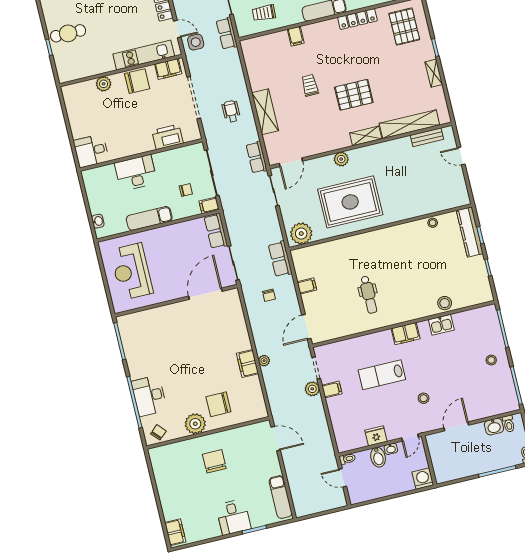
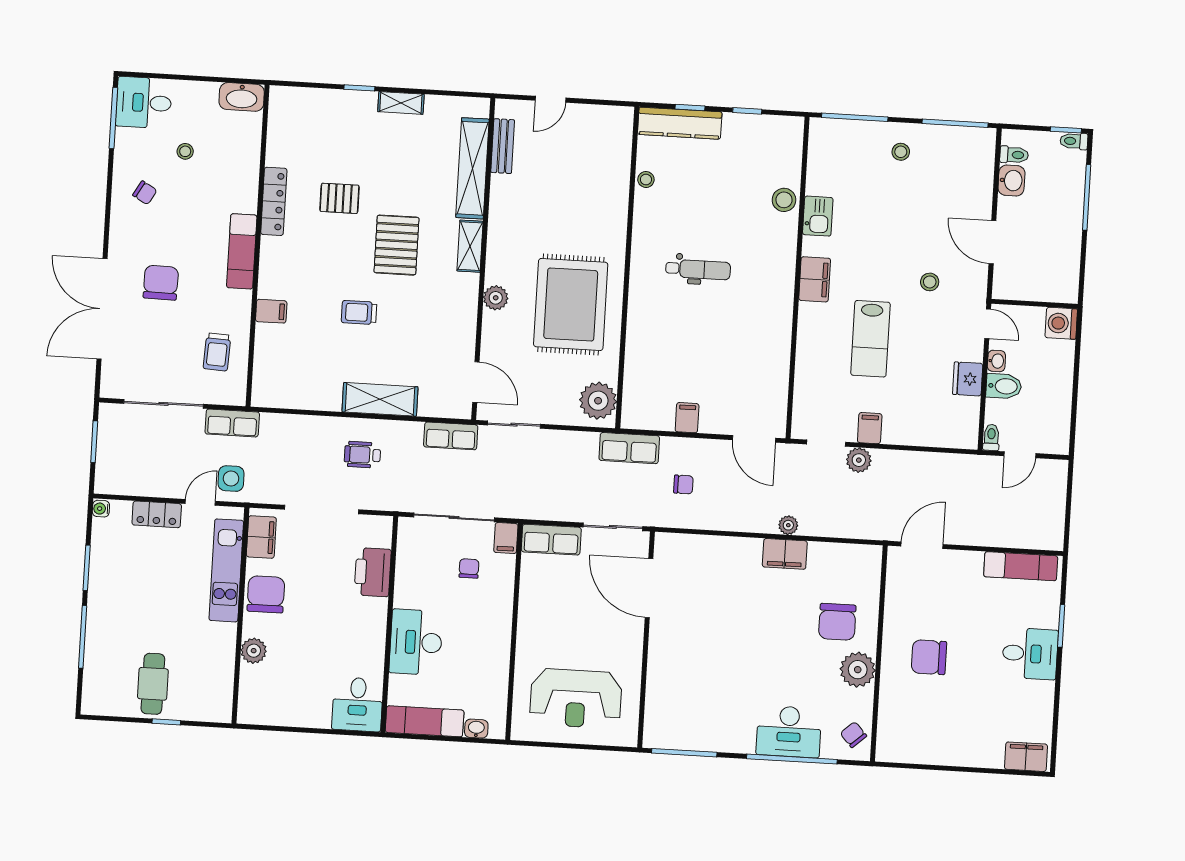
pallet: (404, 27) -> (340, 198), moved, width x0.67, depth x0.71
exam couch: (149, 218) -> (425, 721), moved, turned 90
dental chair: (369, 295) -> (698, 269), moved

